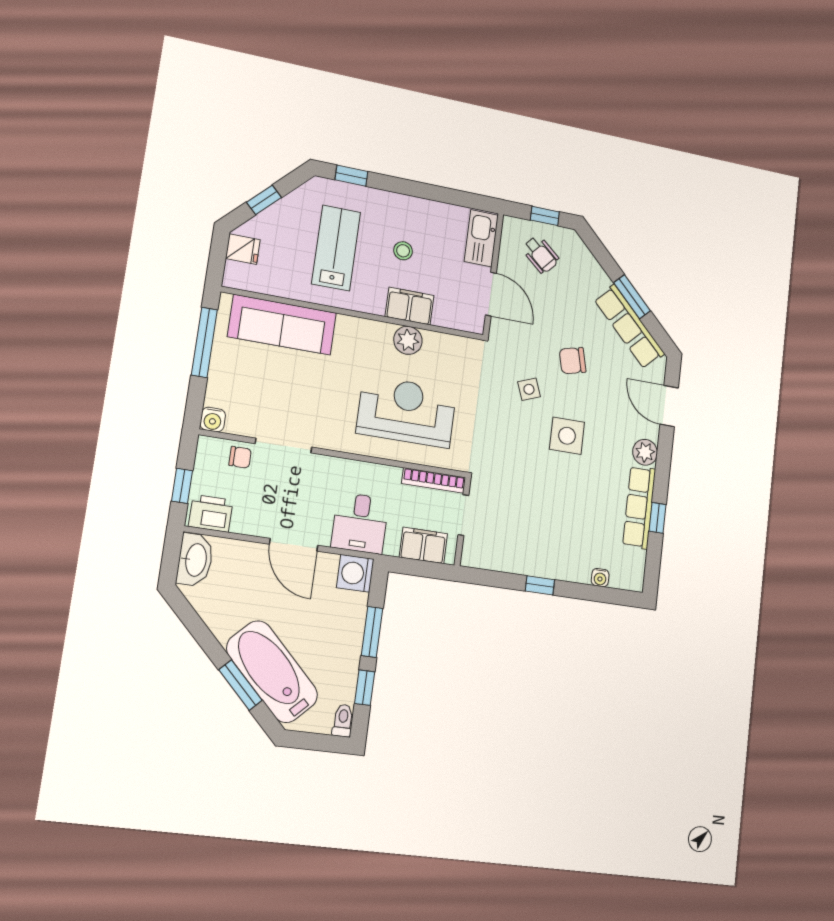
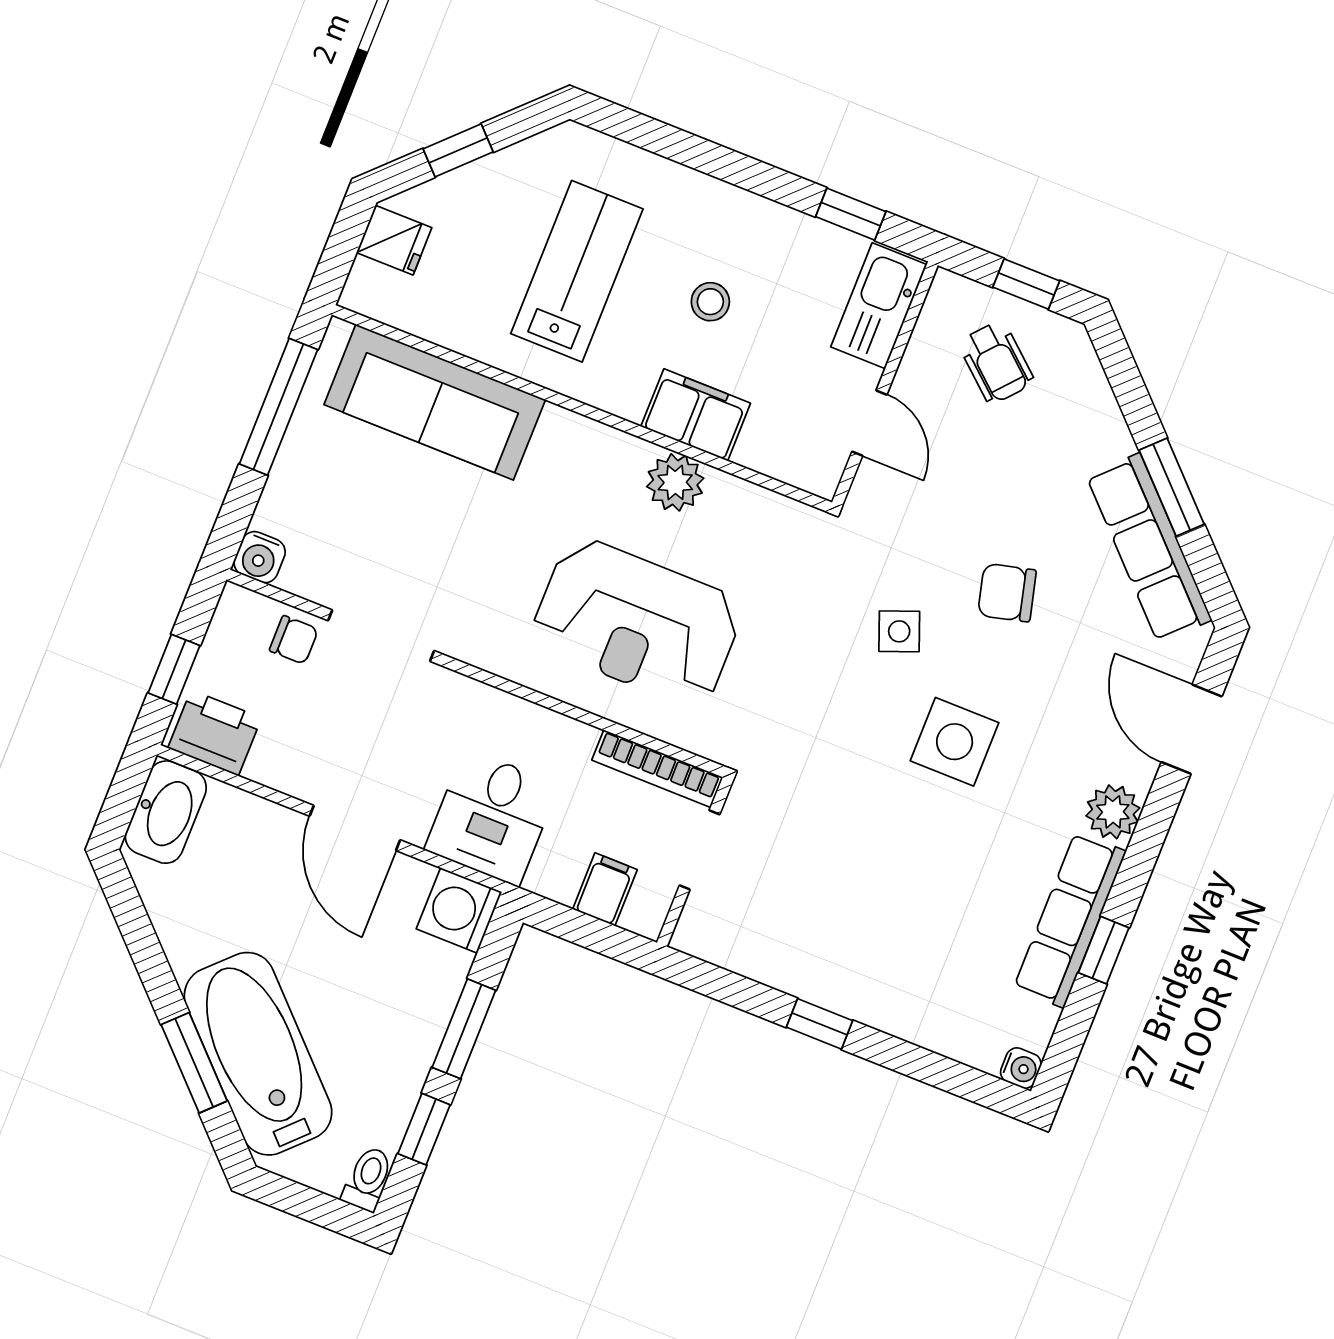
window: (351, 176) -> (851, 214), moved
door: (491, 294) -> (869, 423), width x0.73
reception desk: (406, 412) -> (637, 622), turned 180
filing cabinet: (423, 545) -> (605, 889), width x0.50
water cooler: (600, 578) -> (1021, 1068), moved, turned -90

